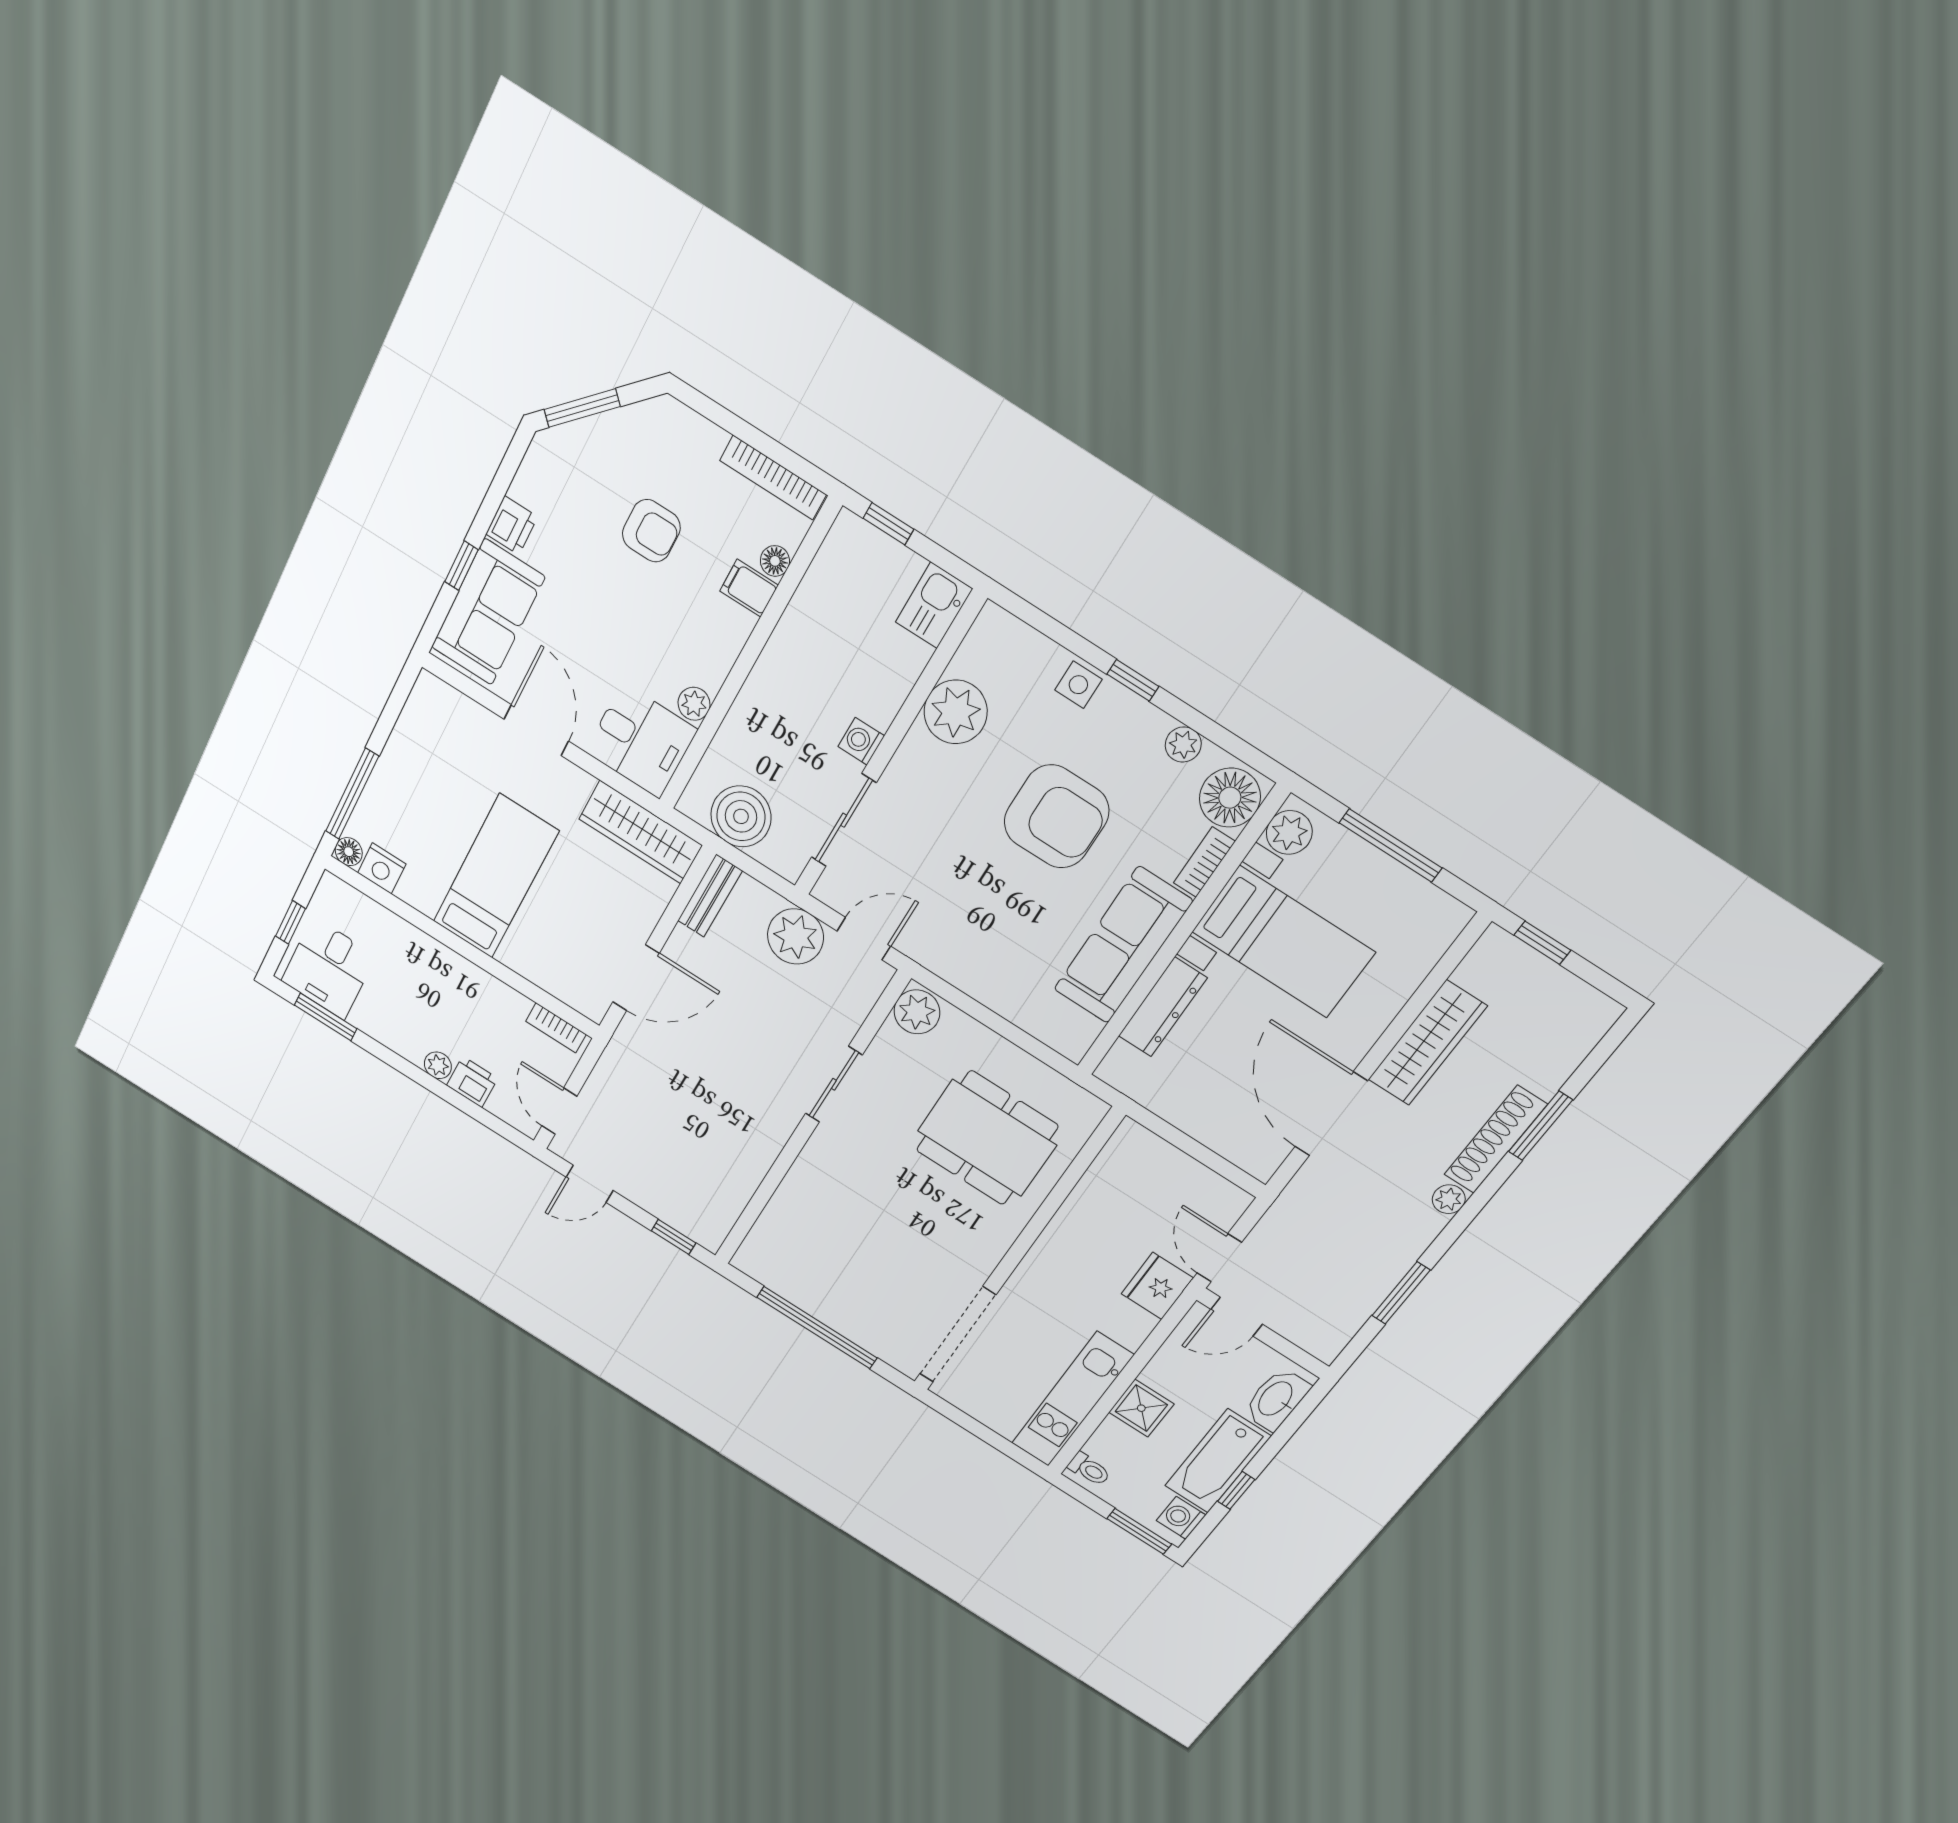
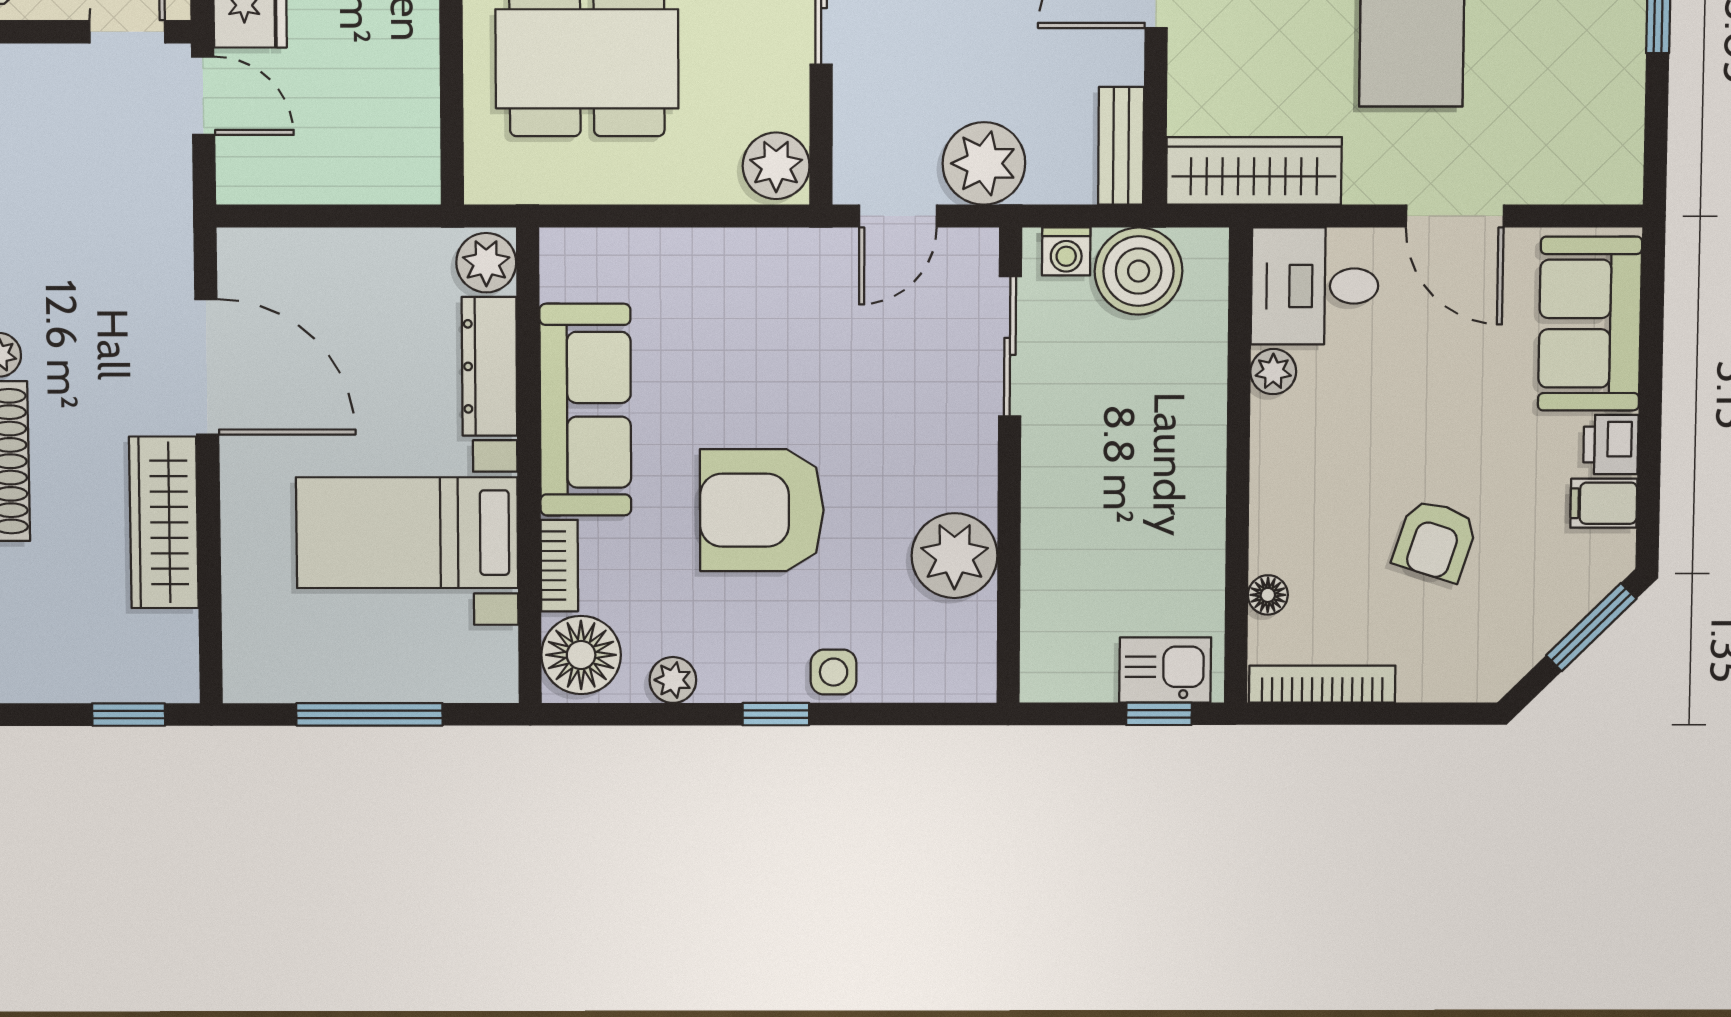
armchair: (651, 531) -> (1435, 540), turned -72
window: (461, 566) -> (1651, 359), removed
filing cabinet: (749, 588) -> (1604, 503), moved, turned 180
kitchen sink: (934, 605) -> (1165, 670), moved, turned -90
washing machine: (861, 741) -> (1066, 251), moved, turned 90
plant: (1289, 832) -> (486, 263), moved

